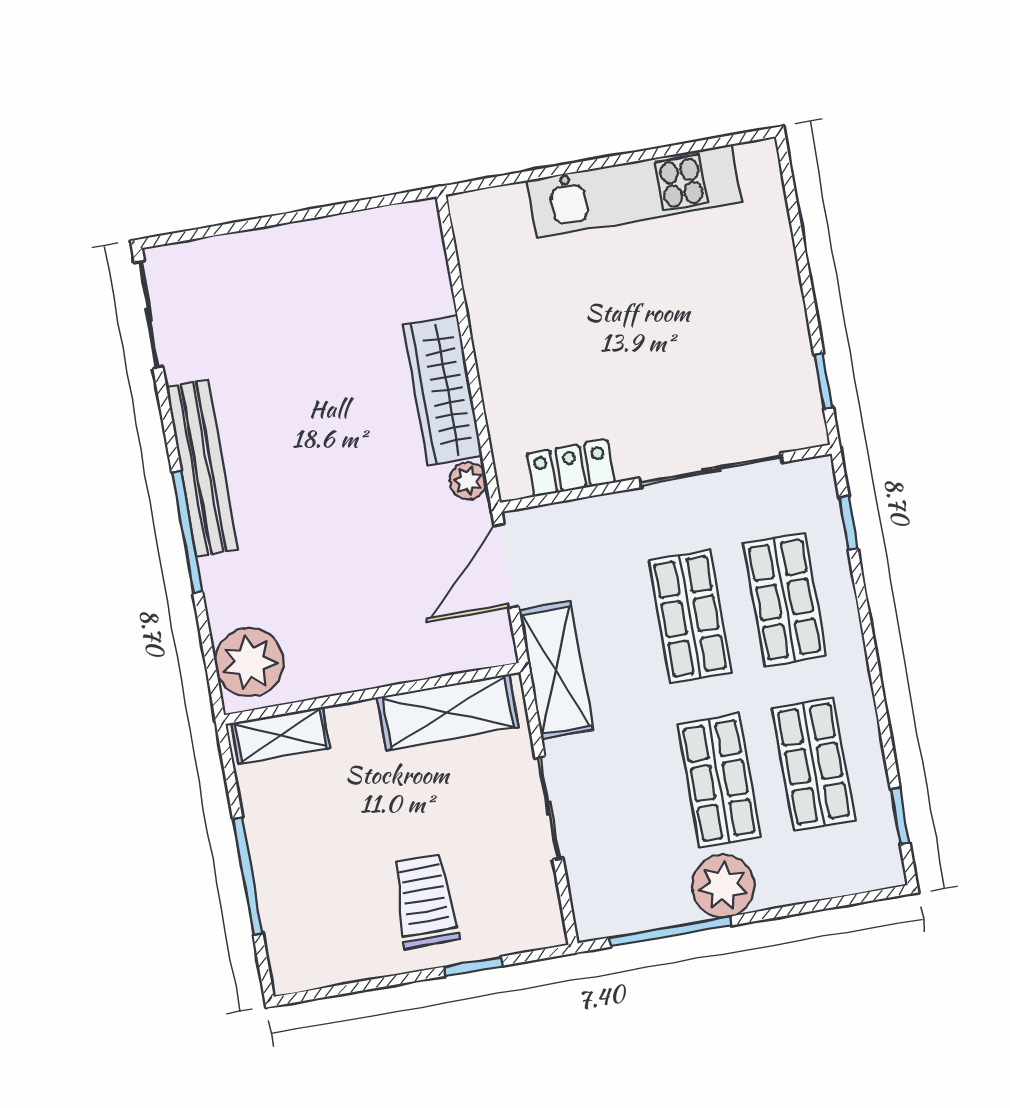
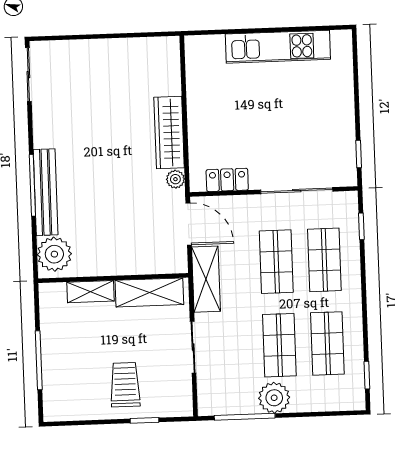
bench: (202, 468) -> (46, 192), moved
door: (506, 566) -> (189, 224), swing flipped
shelving: (280, 735) -> (91, 292), moved

